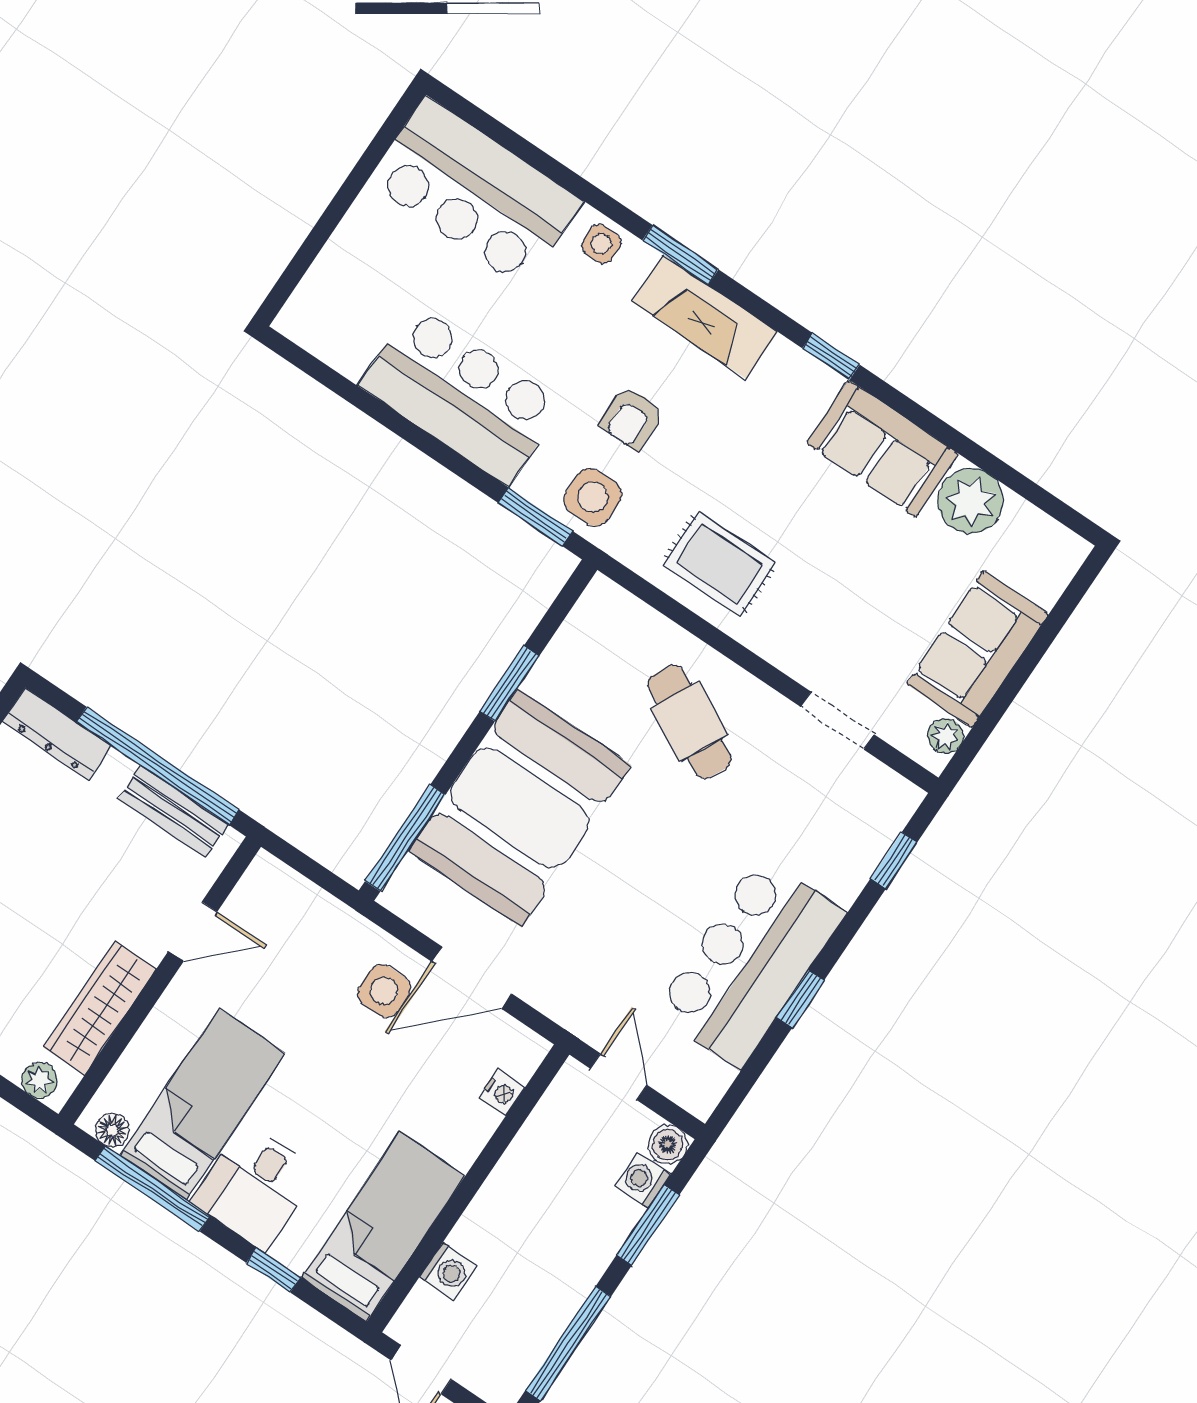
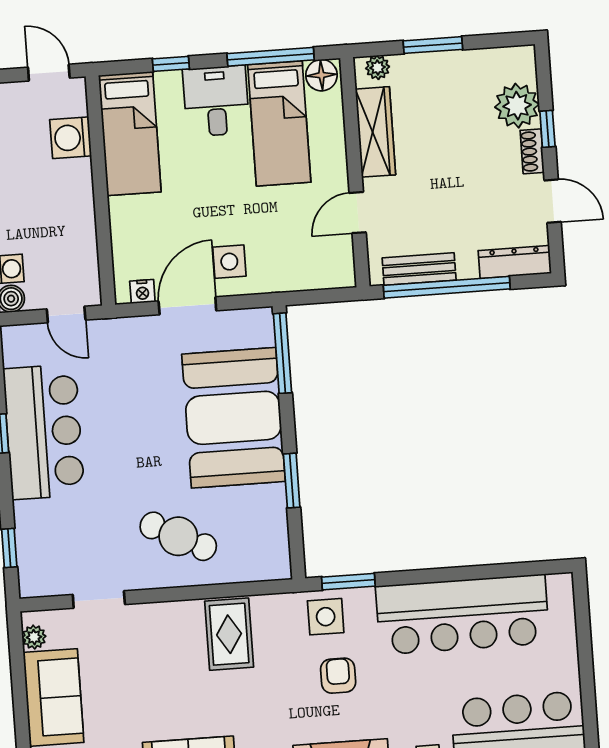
bar counter: (461, 395) -> (462, 614), width x1.36
rug: (719, 564) -> (229, 634), turned 90
nightstand: (501, 1093) -> (142, 291), moved, turned -90
floor lamp: (112, 1130) -> (321, 75), width x1.37, depth x1.37
washing machine: (448, 1271) -> (71, 138), width x1.38, depth x1.38

